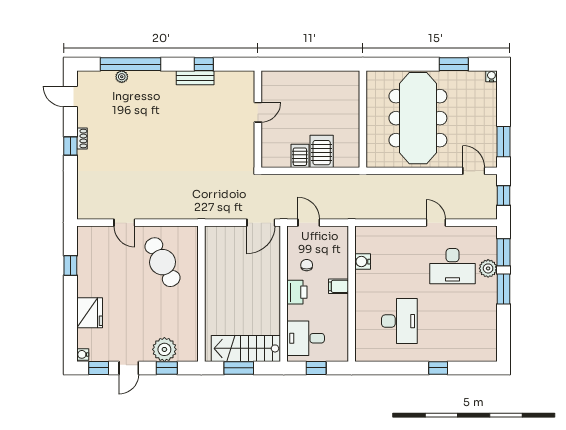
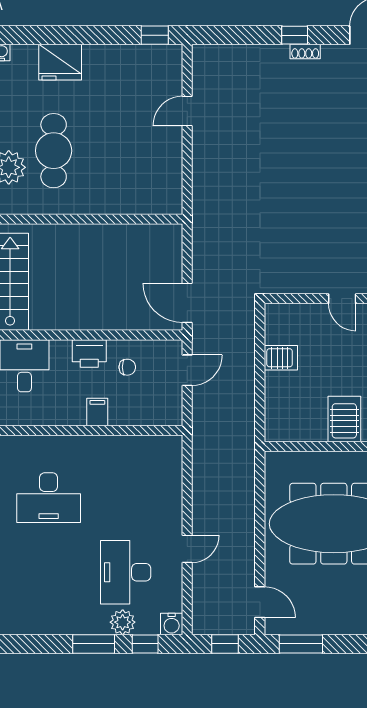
server rack: (322, 151) -> (344, 419), moved, turned -90
door: (474, 171) -> (260, 602), hinge flipped
window: (504, 252) -> (145, 644), width x0.67
cafe table: (163, 262) -> (54, 151), moved, turned -62
water cooler: (363, 262) -> (172, 624), moved, turned 180
window: (70, 265) -> (155, 35), moved

